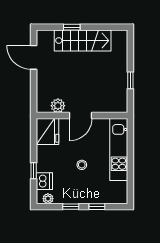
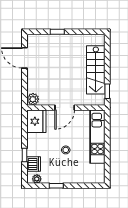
stairs: (83, 40) -> (96, 70), moved, turned 90
window: (130, 80) -> (107, 91), moved
plant: (58, 106) -> (33, 99), moved
window: (97, 207) -> (79, 186), removed

